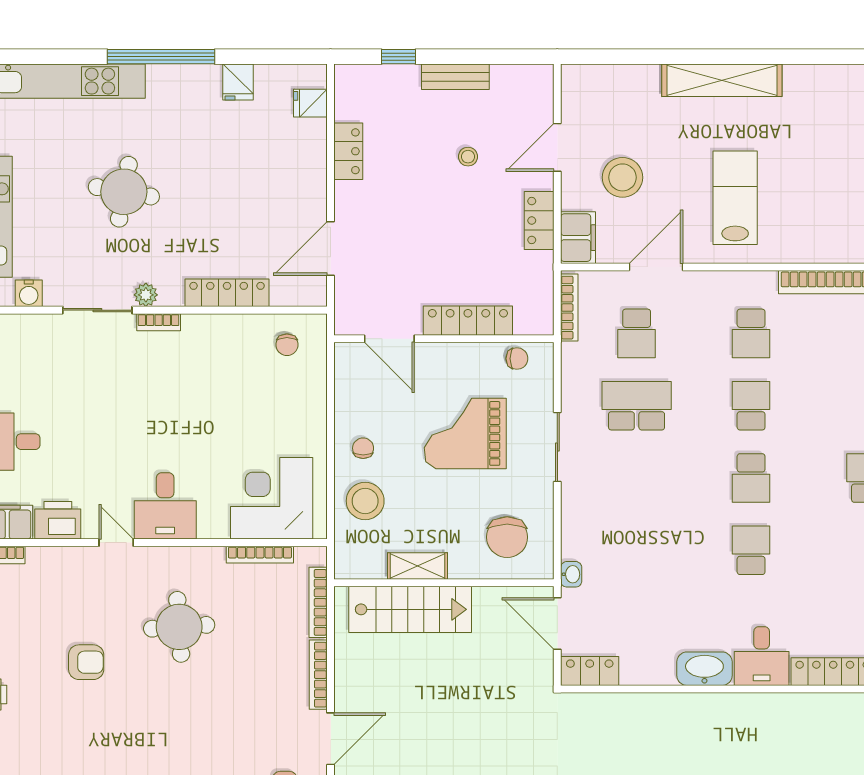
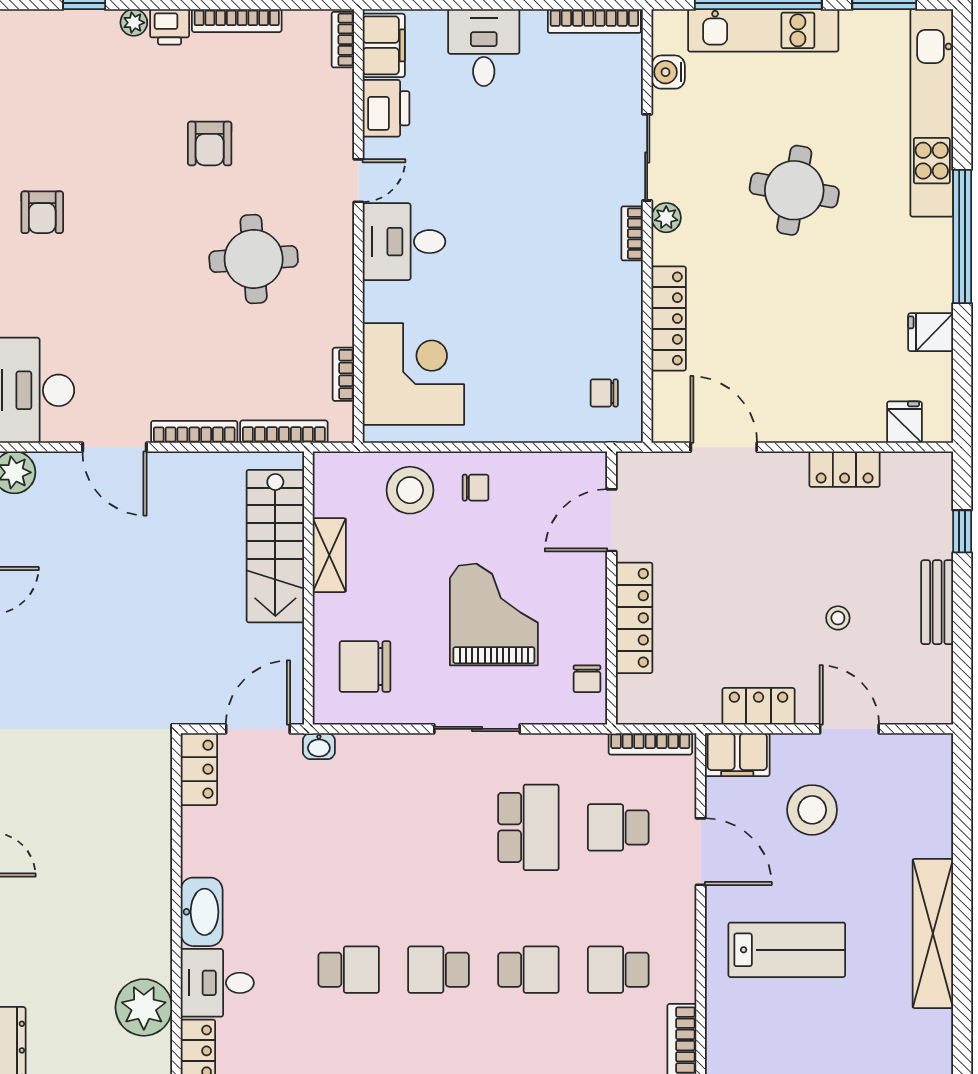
bookcase: (260, 555) -> (343, 374), width x0.64
plant: (781, 715) -> (144, 1007), added

